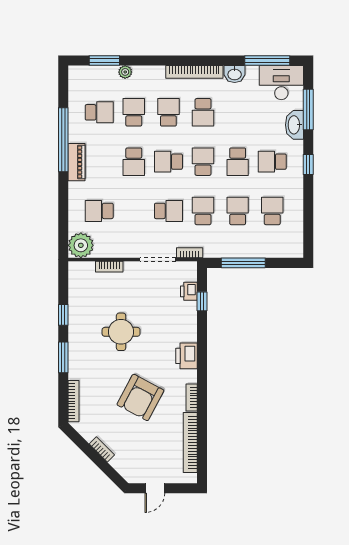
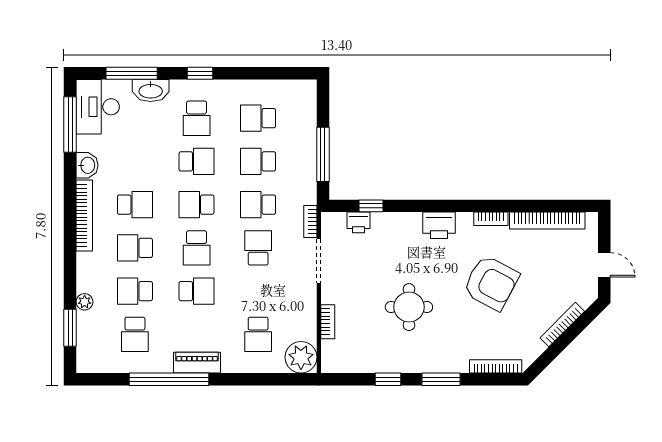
school desk: (99, 112) -> (135, 334), turned 180
bookcase: (102, 449) -> (562, 325), width x1.56

